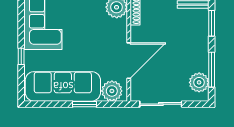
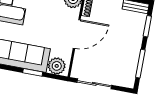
door: (129, 61) -> (77, 34), moved
plant: (199, 82) -> (128, 72), removed

